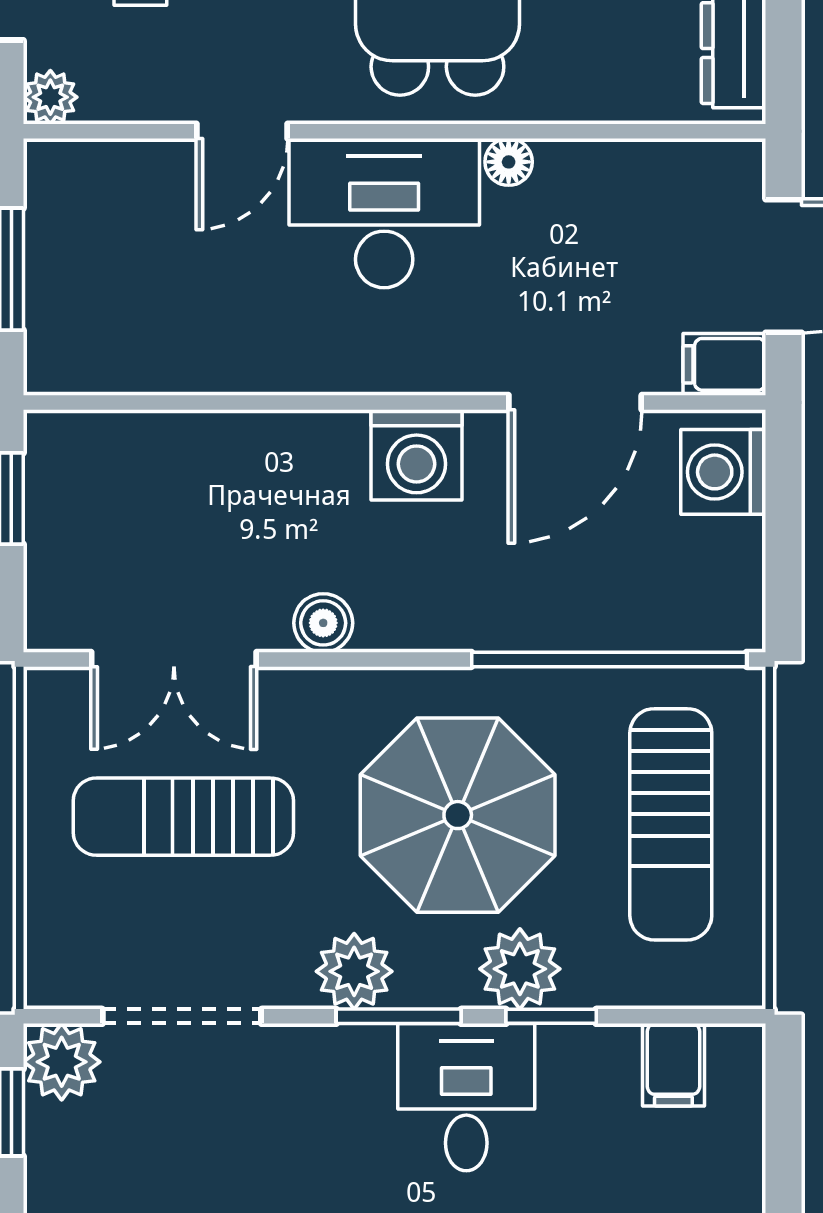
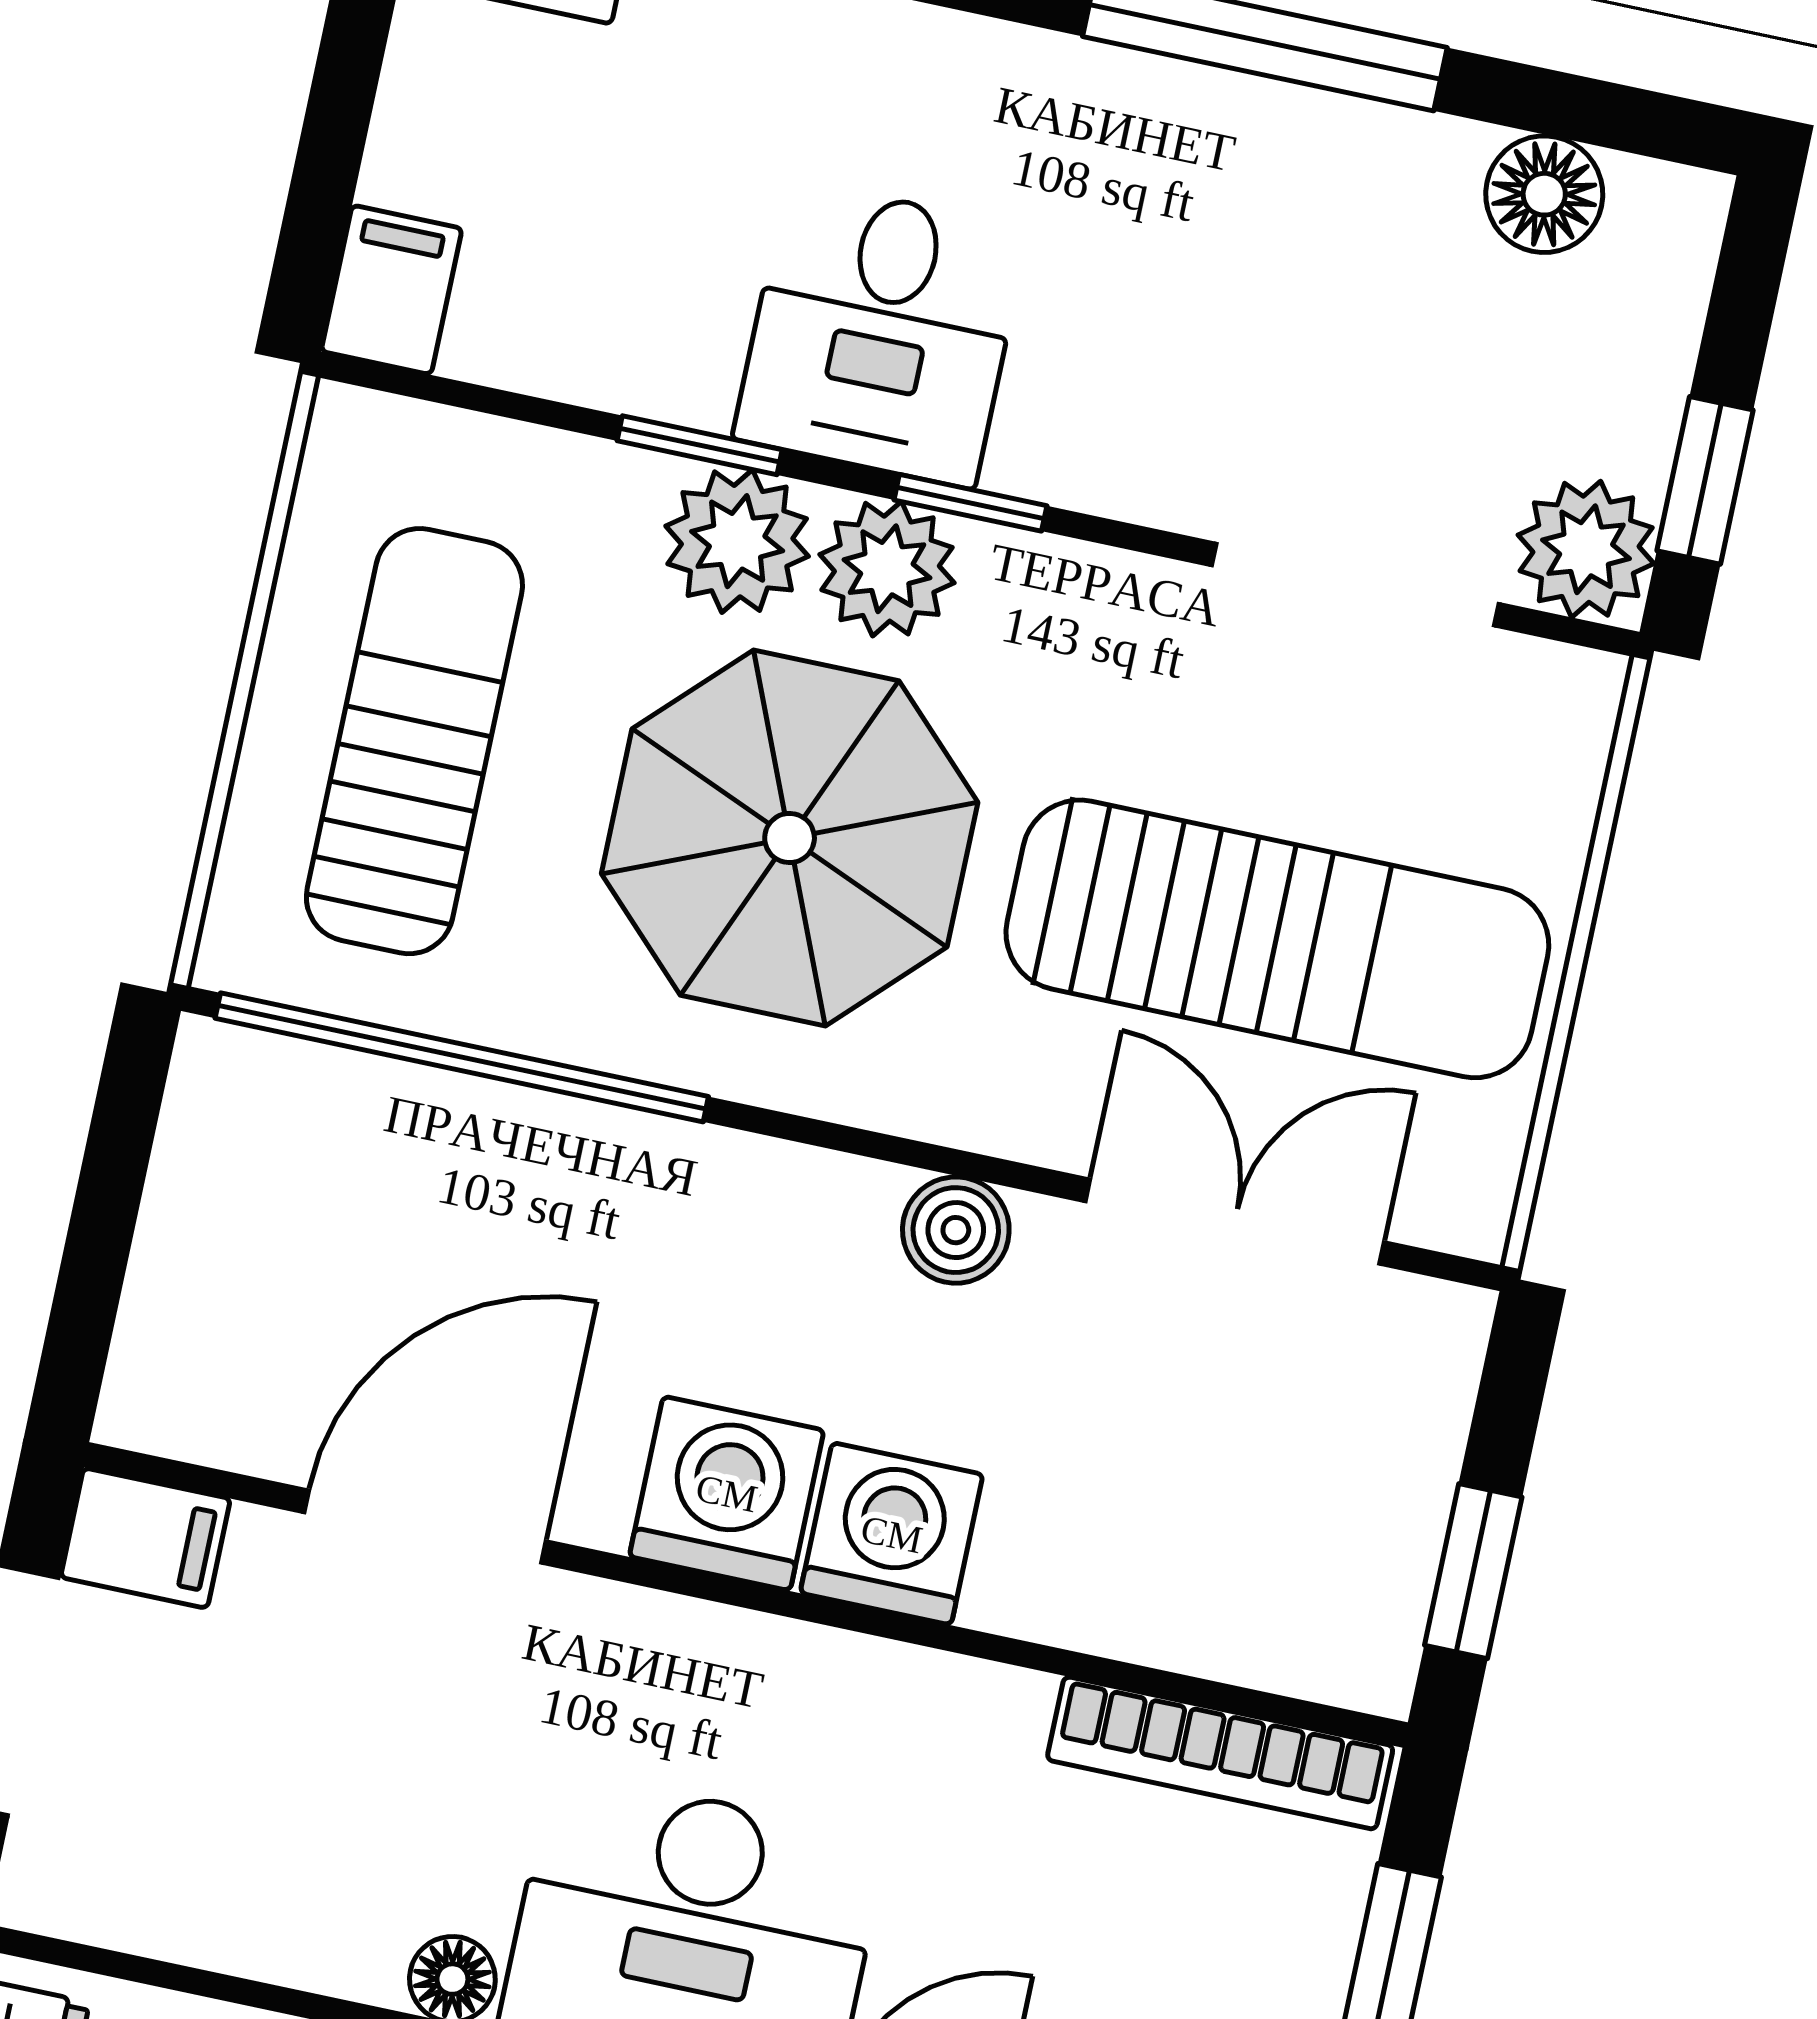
bookcase: (121, 372) -> (1220, 1753), added
washing machine: (723, 472) -> (892, 1534), moved, turned -90
sun lounger: (183, 817) -> (1277, 939), width x1.36, depth x1.34
plant: (354, 971) -> (887, 569), moved
window: (399, 1016) -> (970, 503), width x0.67
filing cabinet: (673, 1065) -> (392, 290), moved

